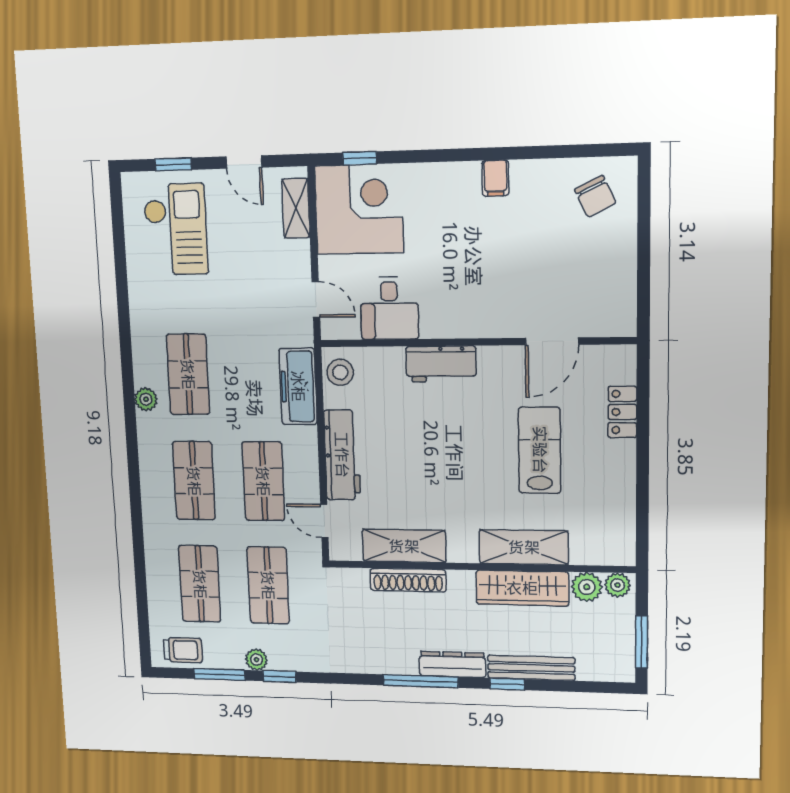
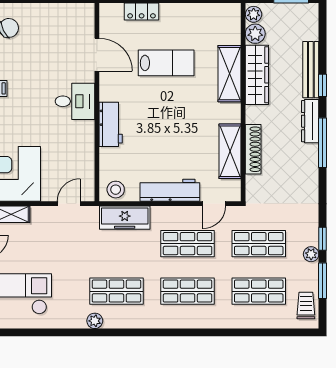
desk: (389, 308) -> (75, 101), moved
plant: (146, 399) -> (95, 321), moved
lab bench: (540, 450) -> (166, 63), turned 180

